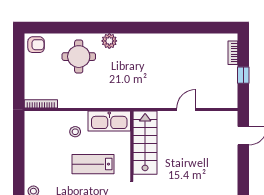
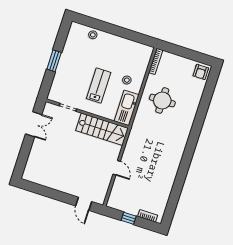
plant: (109, 41) -> (186, 127), removed
round table: (79, 57) -> (162, 100), moved

